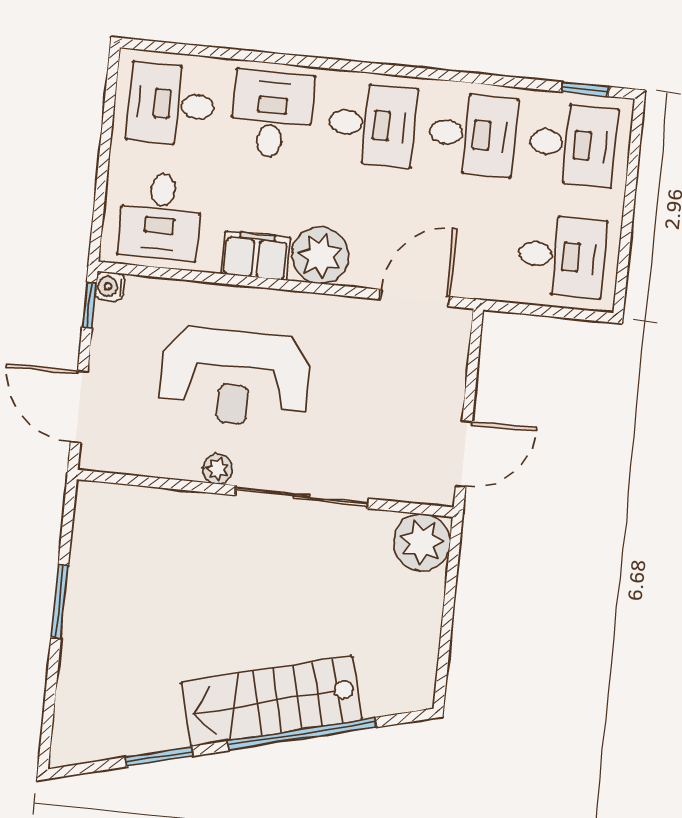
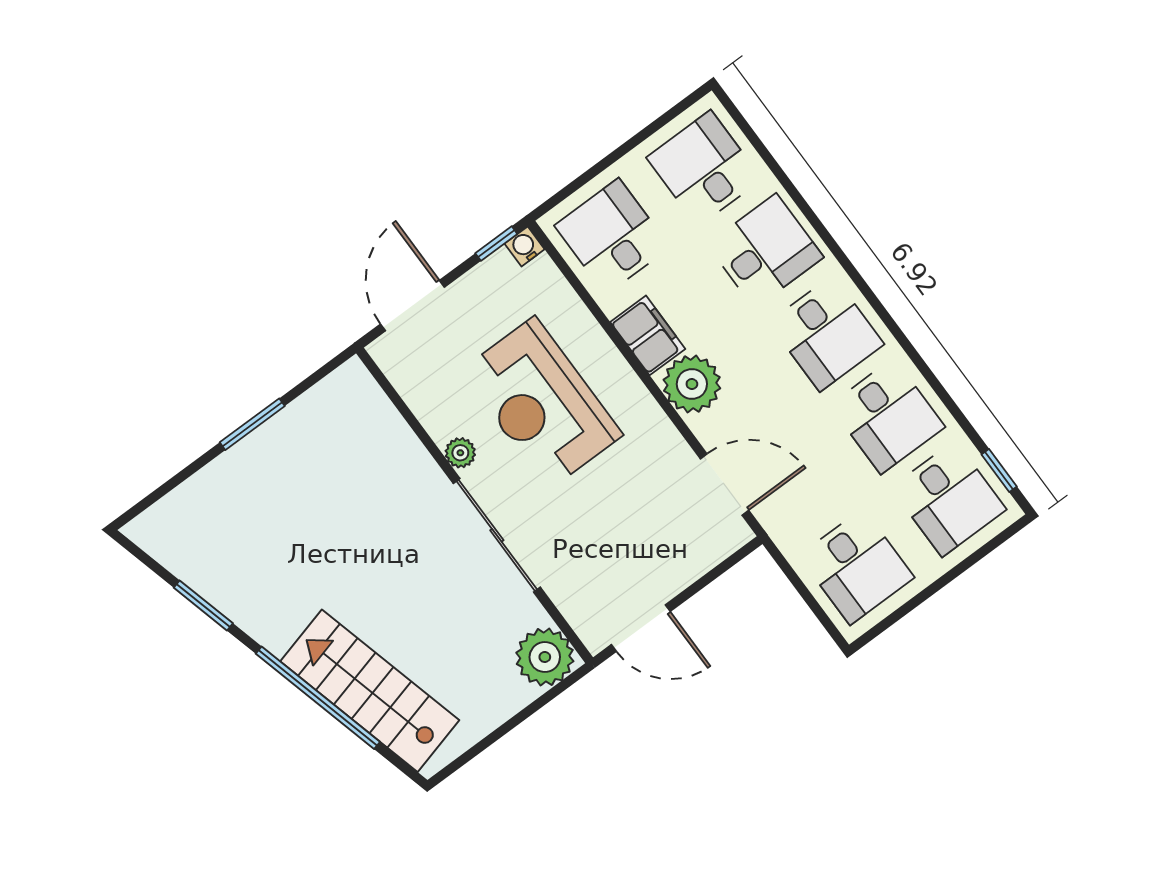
desk: (160, 216) -> (612, 236), turned 90
stairs: (272, 701) -> (370, 691), moved

